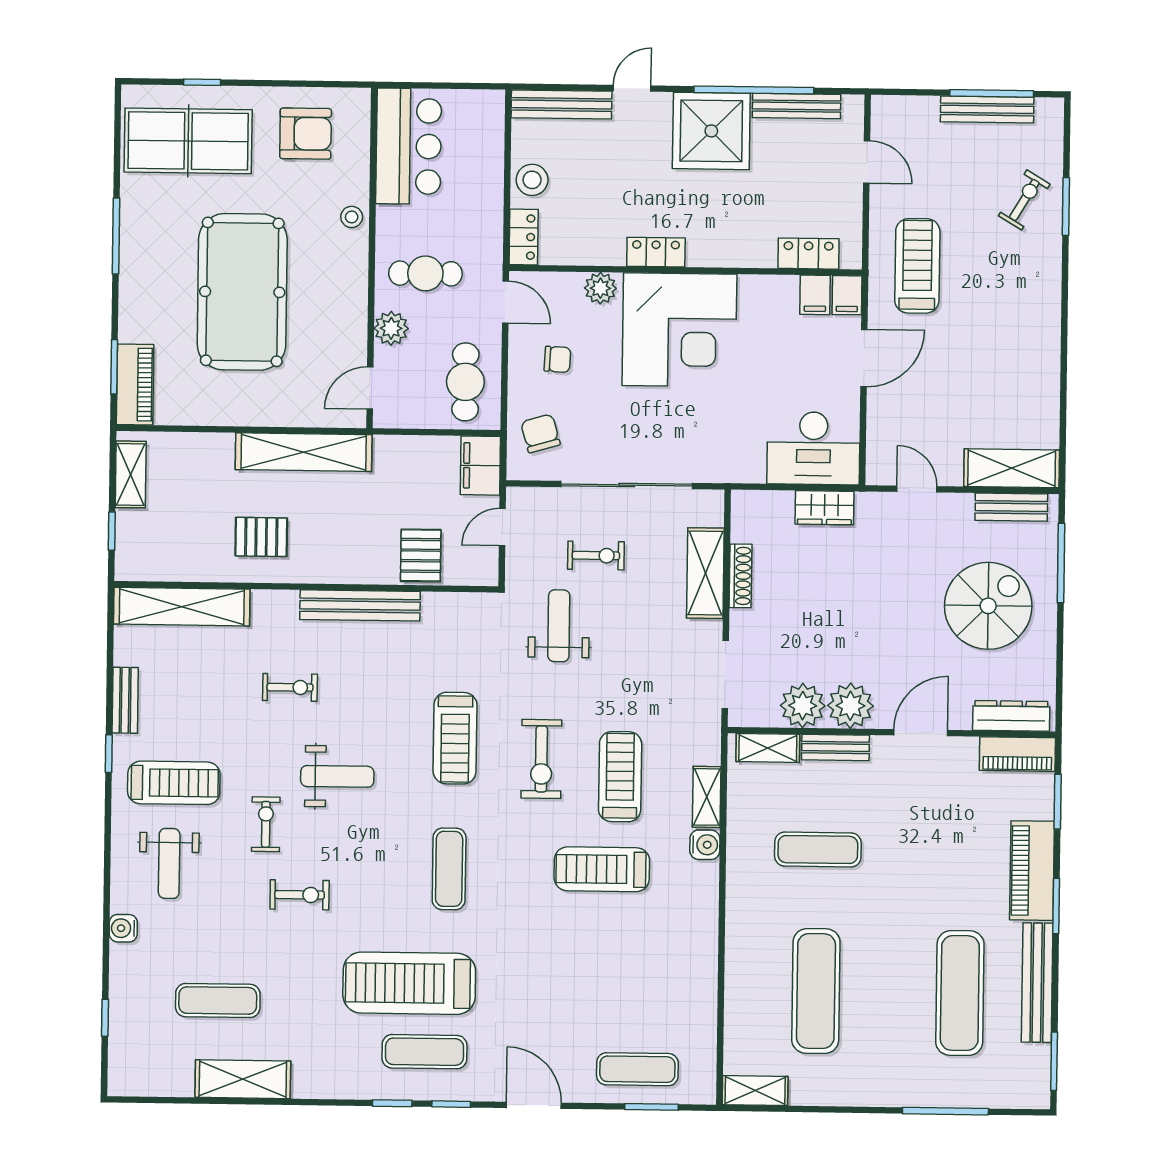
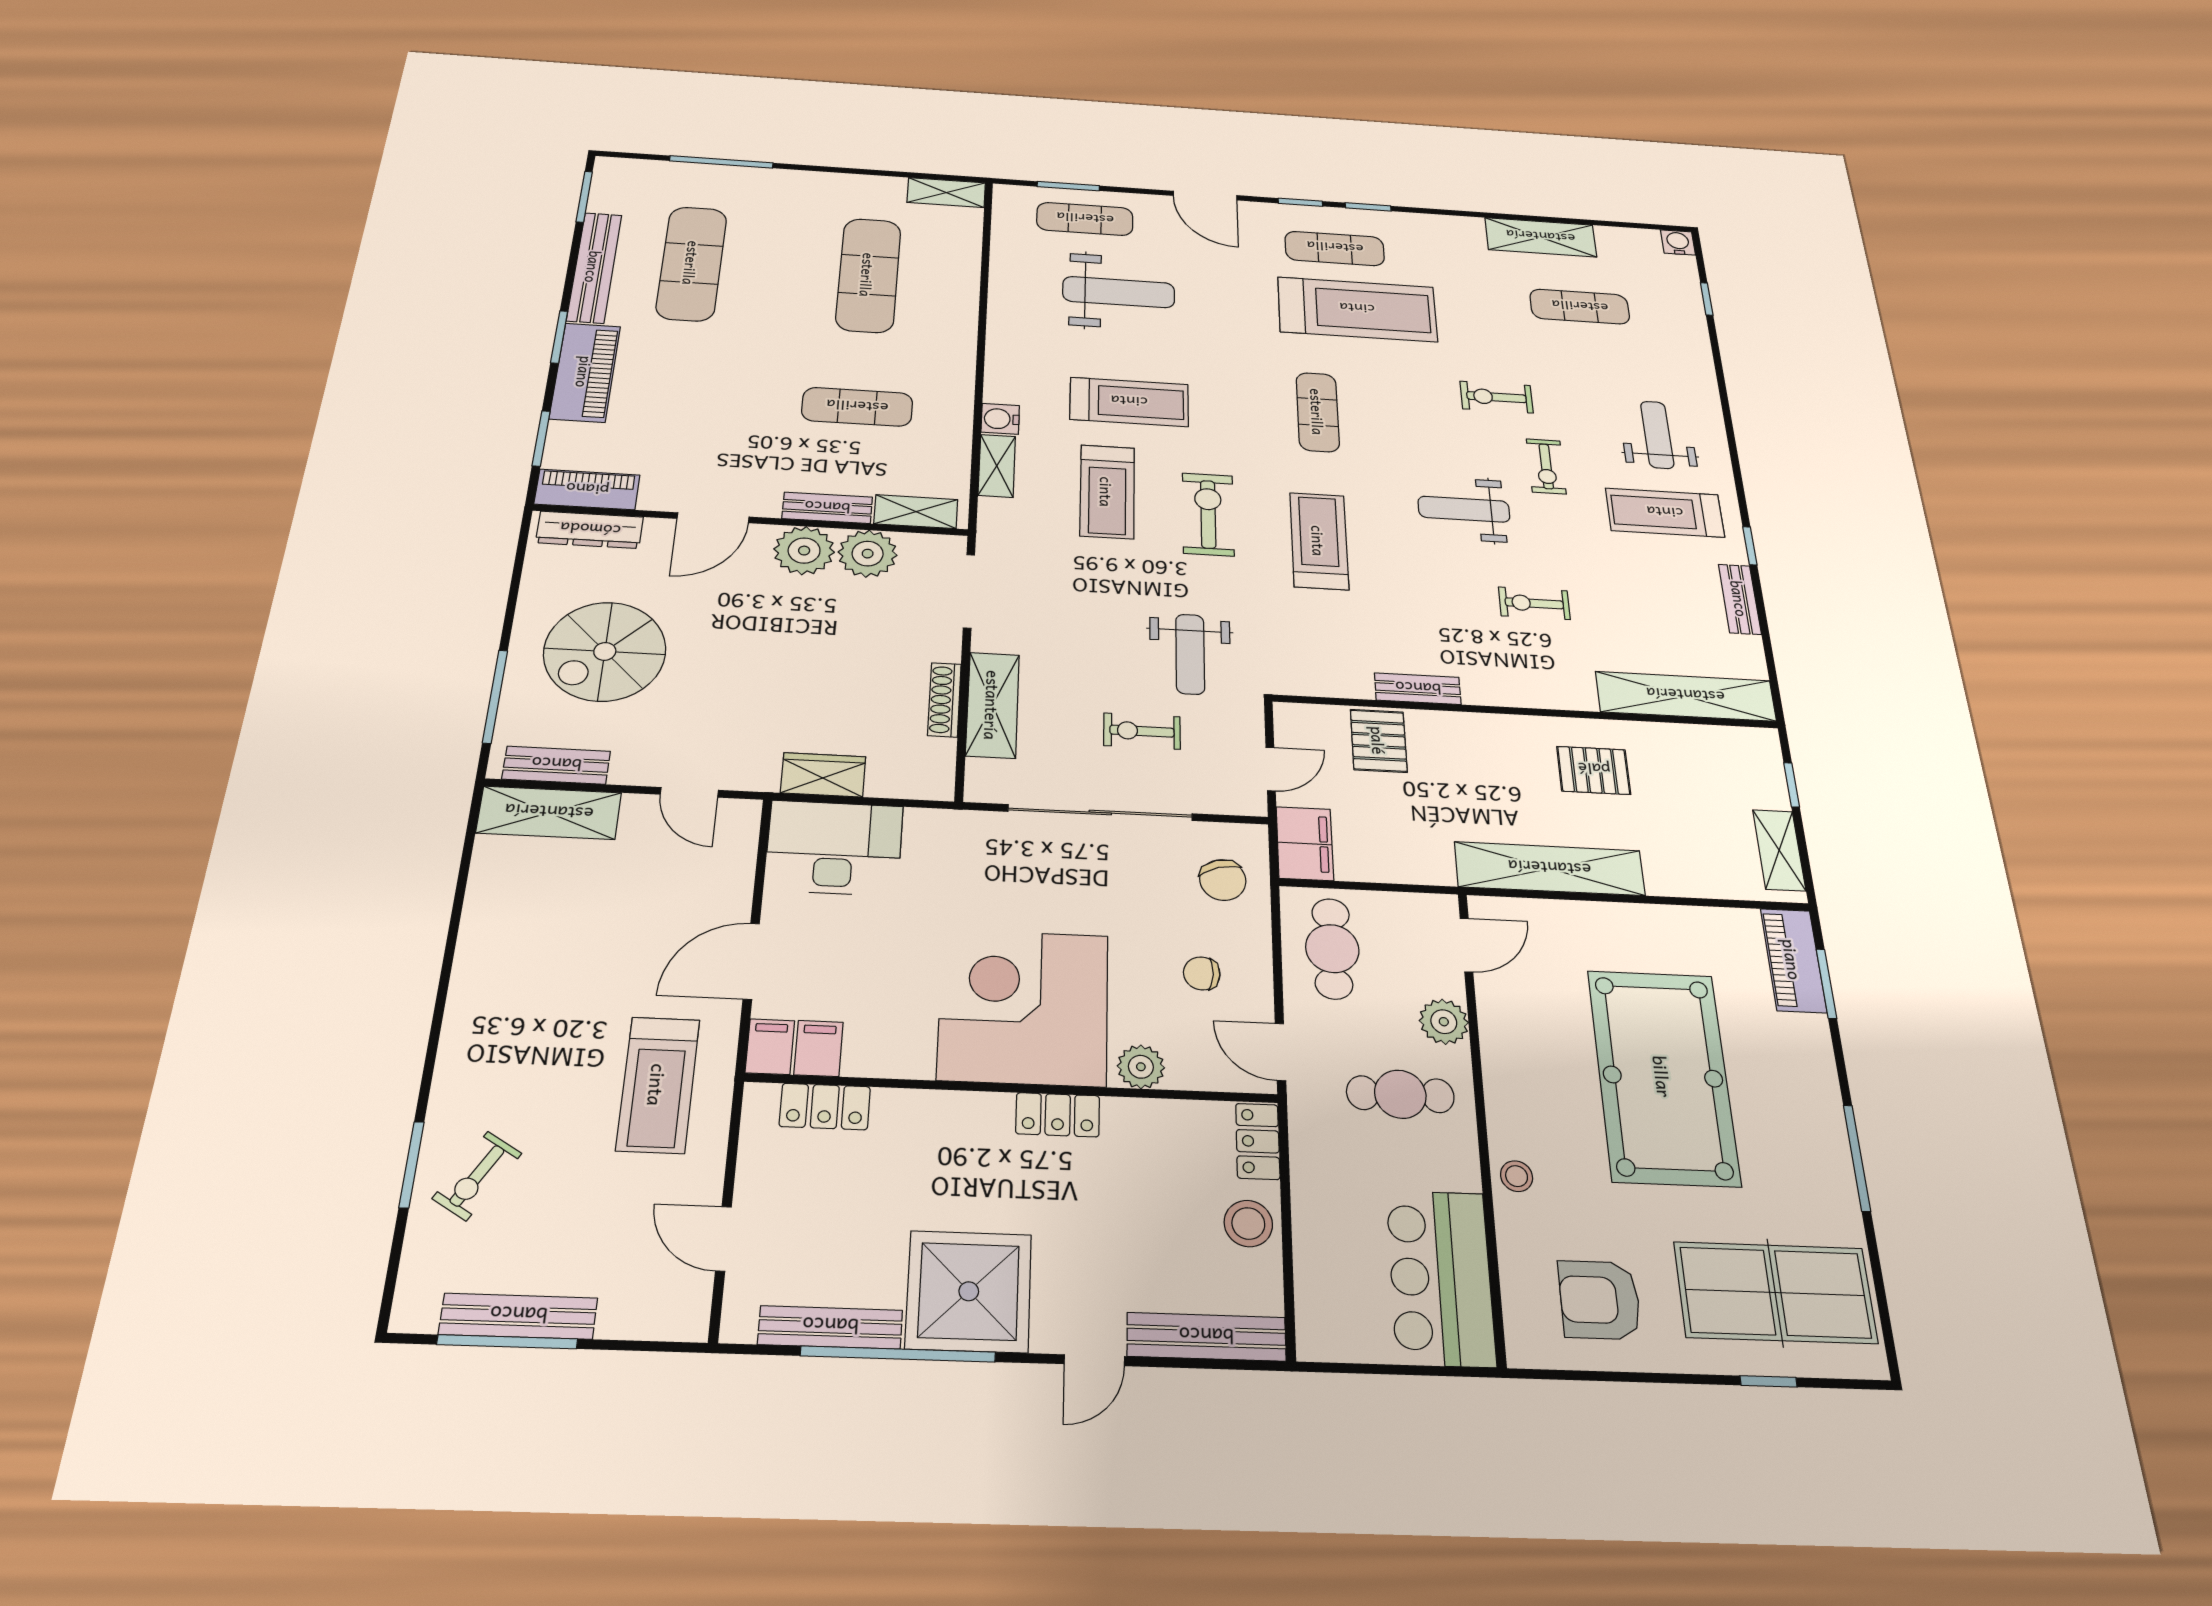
bench: (360, 605) -> (1418, 689), width x0.54, depth x0.82
water cooler: (123, 928) -> (1678, 242), moved, turned -90
weight bench: (609, 988) -> (1119, 292), added

